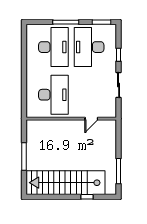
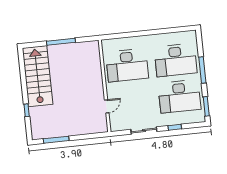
desk: (89, 47) -> (179, 96), turned 180
door: (91, 119) -> (107, 106), swing flipped
stairs: (65, 183) -> (38, 76), width x0.73

